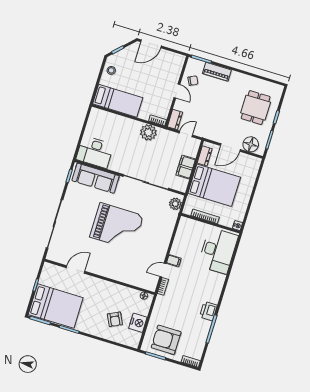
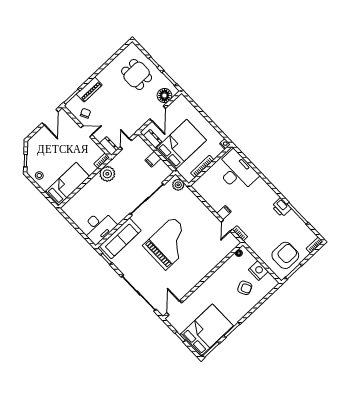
door: (151, 44) -> (50, 117), moved
filing cabinet: (186, 167) -> (153, 159), width x0.50
door: (76, 269) -> (174, 308), moved
armchair: (166, 340) -> (285, 255), turned 180

